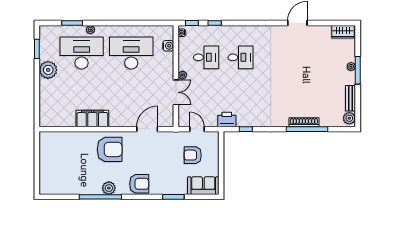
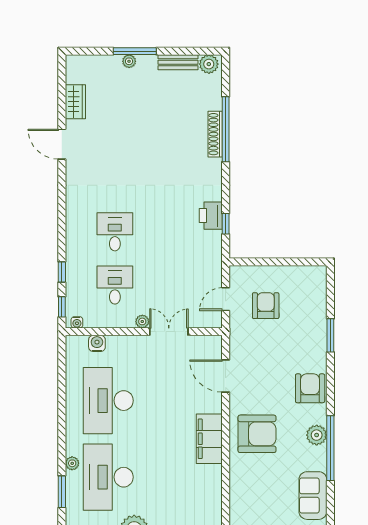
wardrobe: (343, 32) -> (75, 102), moved
filing cabinet: (92, 119) -> (209, 439), moved
printer: (227, 120) -> (211, 216), moved
armchair: (110, 149) -> (257, 434), turned 90
armchair: (193, 155) -> (266, 306), turned 180
sofa: (203, 186) -> (313, 496), moved

